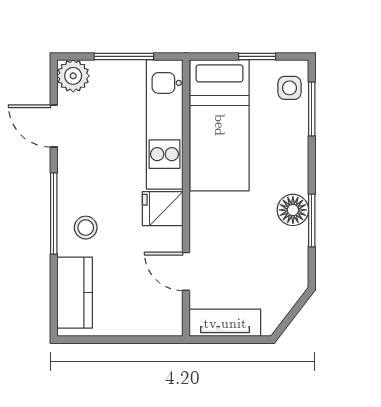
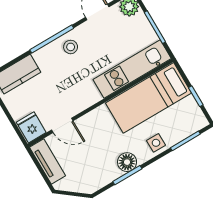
side table: (290, 88) -> (156, 143), moved
fridge: (163, 209) -> (31, 127), moved
stool: (86, 228) -> (71, 47), moved
door: (186, 271) -> (62, 125), swing flipped

